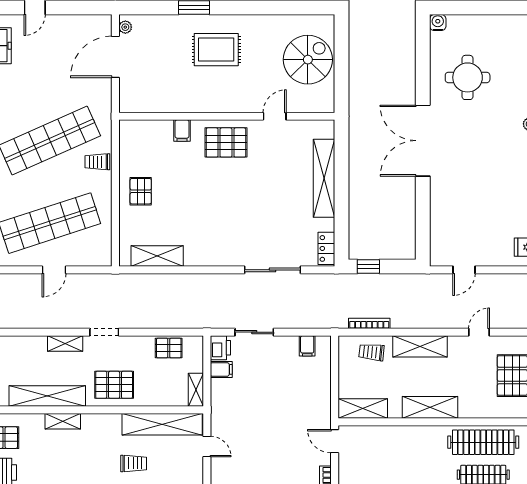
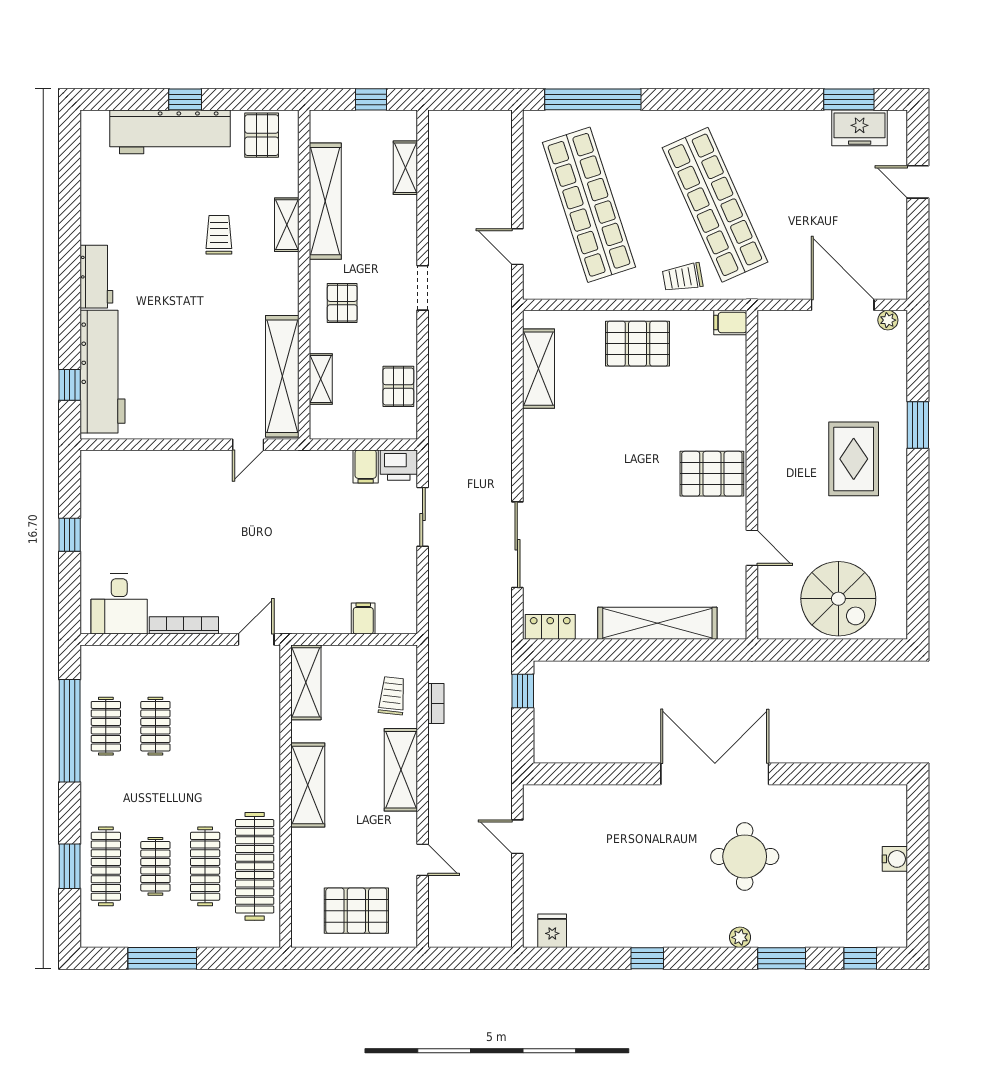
water cooler: (438, 23) -> (895, 859), moved
round table: (468, 77) -> (745, 856), moved
filing cabinet: (182, 130) -> (730, 323), moved
pallet: (226, 142) -> (712, 474), turned 90
trolley: (97, 162) -> (683, 277), turned -100
pallet: (141, 191) -> (638, 344), width x1.50, depth x1.42
door: (54, 270) -> (517, 247), moved
bookcase: (369, 323) -> (436, 704), width x0.64
shelving: (65, 343) -> (405, 168), moved
filing cabinet: (307, 346) -> (363, 619), moved, turned 90
pallet: (114, 385) -> (342, 303), width x0.67, depth x0.71
shelving: (196, 390) -> (321, 379), moved, turned 90
trolley: (134, 463) -> (219, 235), moved, turned 180

